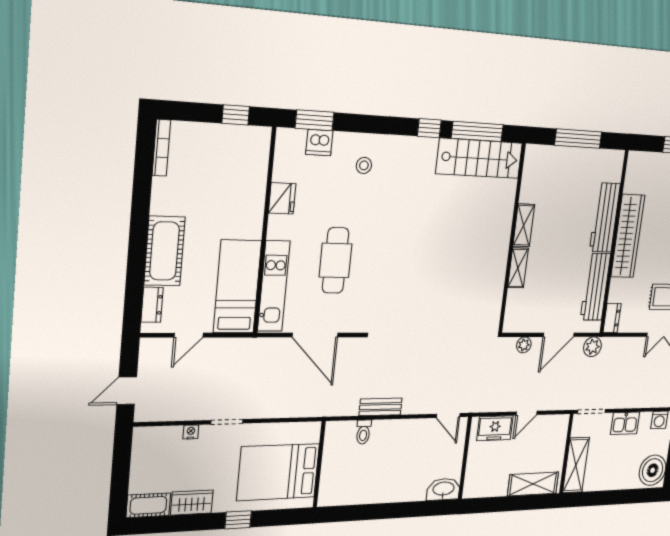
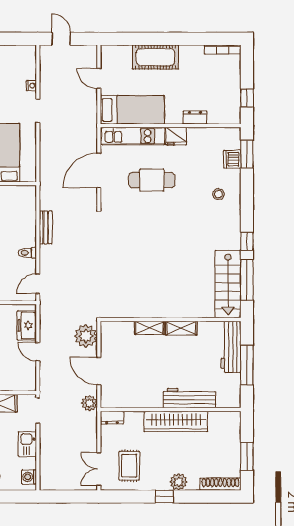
fridge: (282, 198) -> (176, 136), moved
workbench: (595, 287) -> (231, 347), moved, turned -90
dresser: (152, 305) -> (195, 118), moved, turned 180
plant: (524, 345) -> (86, 336), width x1.88, depth x1.88
toilet: (363, 432) -> (27, 253), moved

